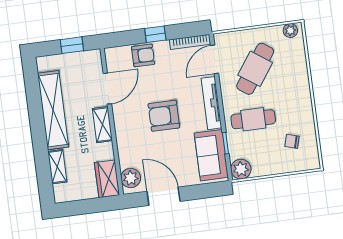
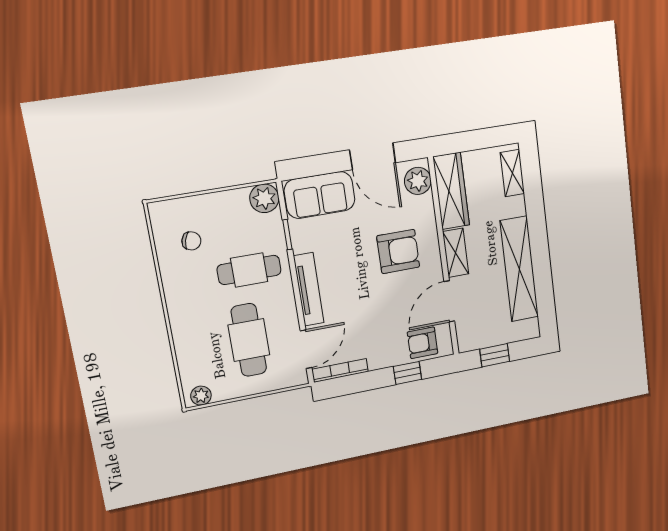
window: (155, 34) -> (407, 373), moved
armchair: (143, 55) -> (423, 343), moved
cafe table: (255, 69) -> (249, 340), turned -35
armchair: (164, 116) -> (398, 251), moved
sofa: (211, 155) -> (320, 195), moved, turned 90
shelving: (57, 167) -> (512, 173), moved
wardrobe: (107, 179) -> (451, 191), width x1.50

